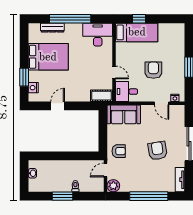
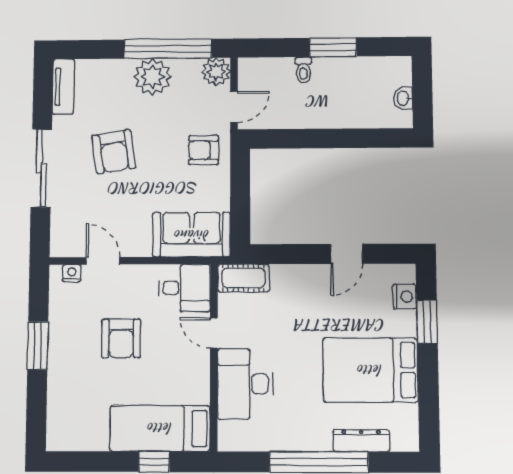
desk: (98, 35) -> (245, 384), moved, turned 90
plant: (141, 184) -> (153, 77), added
window: (149, 196) -> (168, 49), moved

